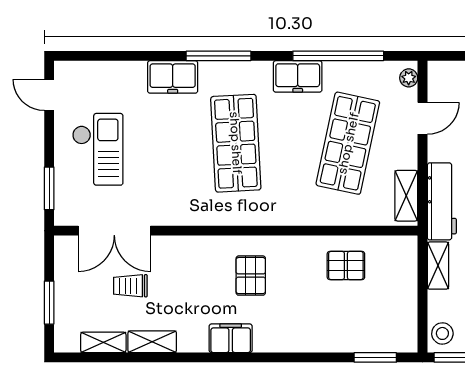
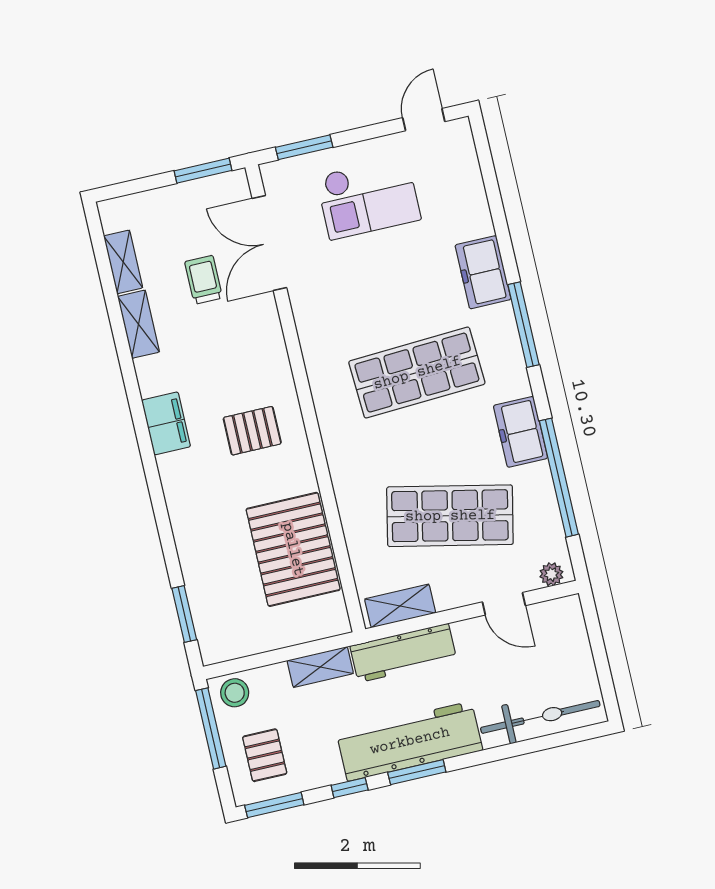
pallet: (346, 266) -> (293, 549), width x2.05, depth x2.00
window: (49, 303) -> (203, 171), moved

